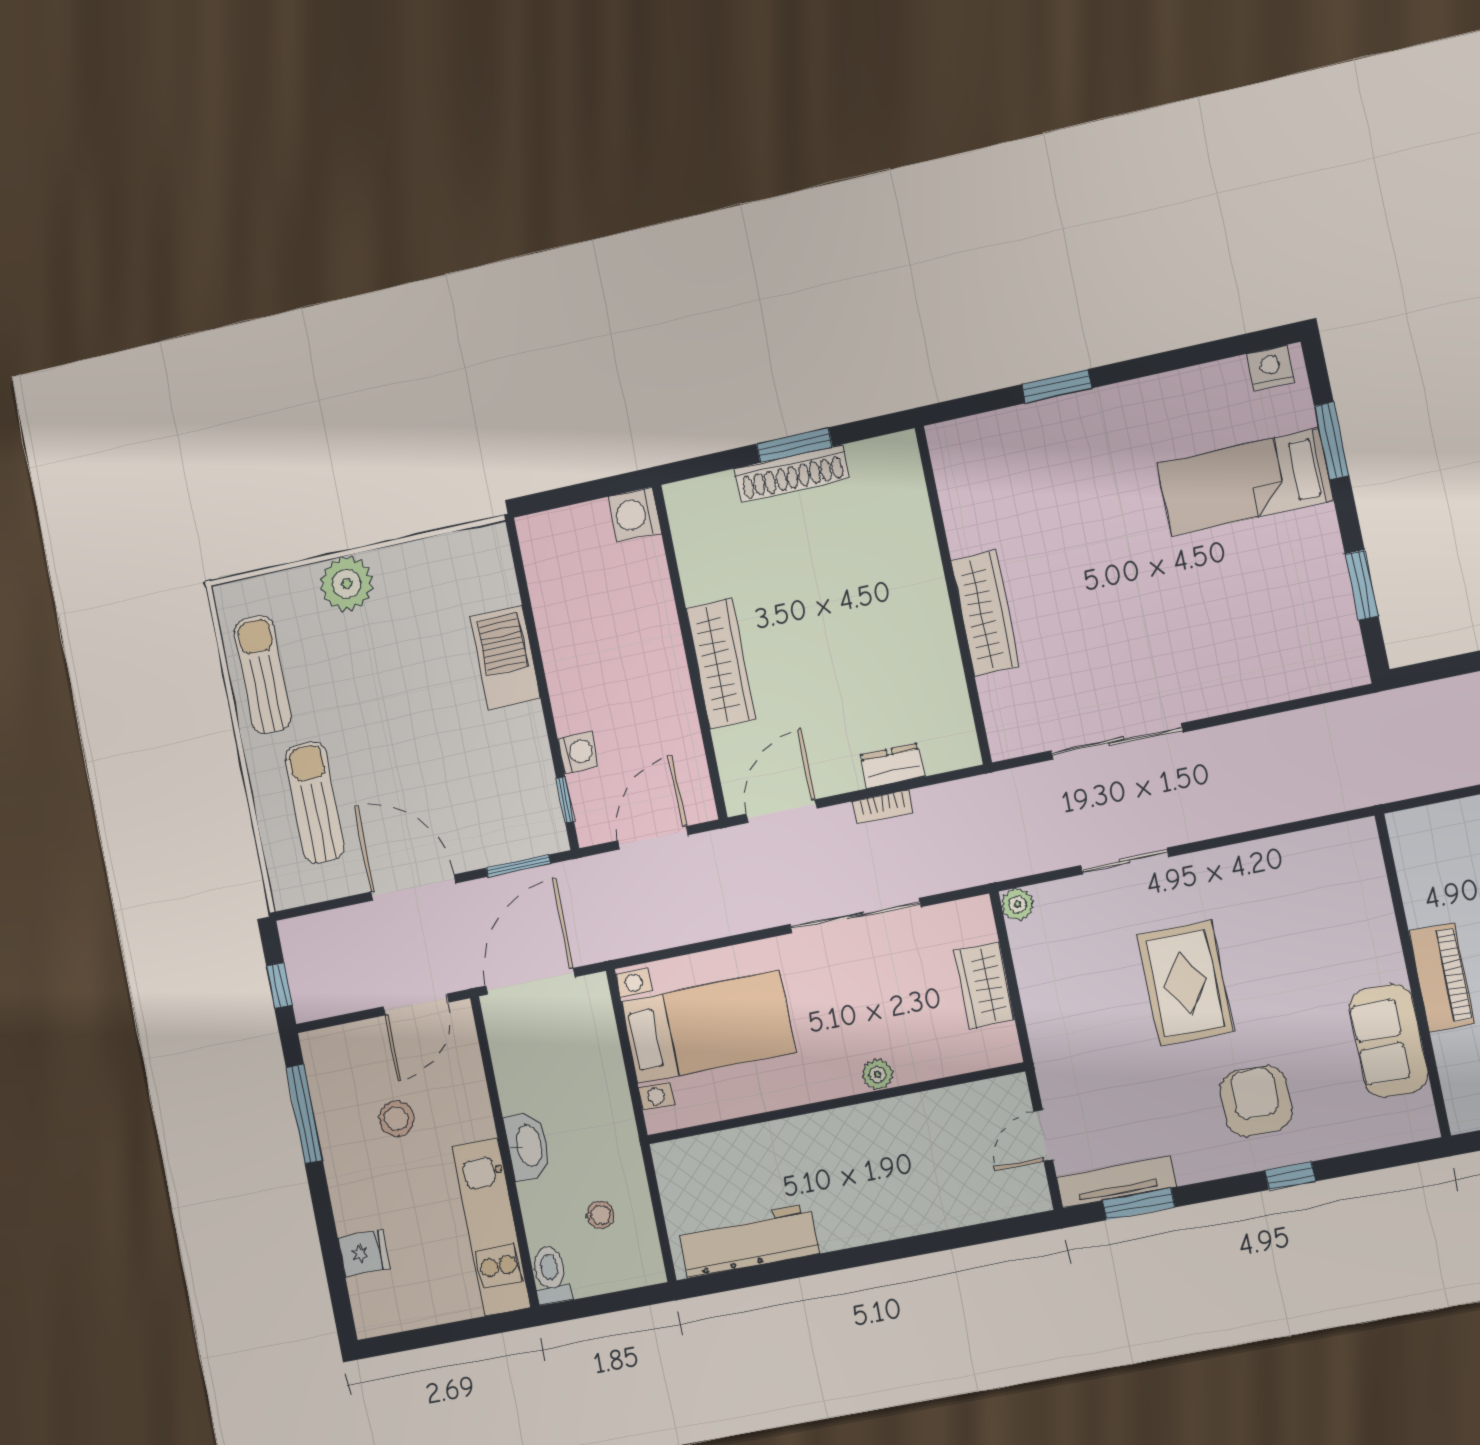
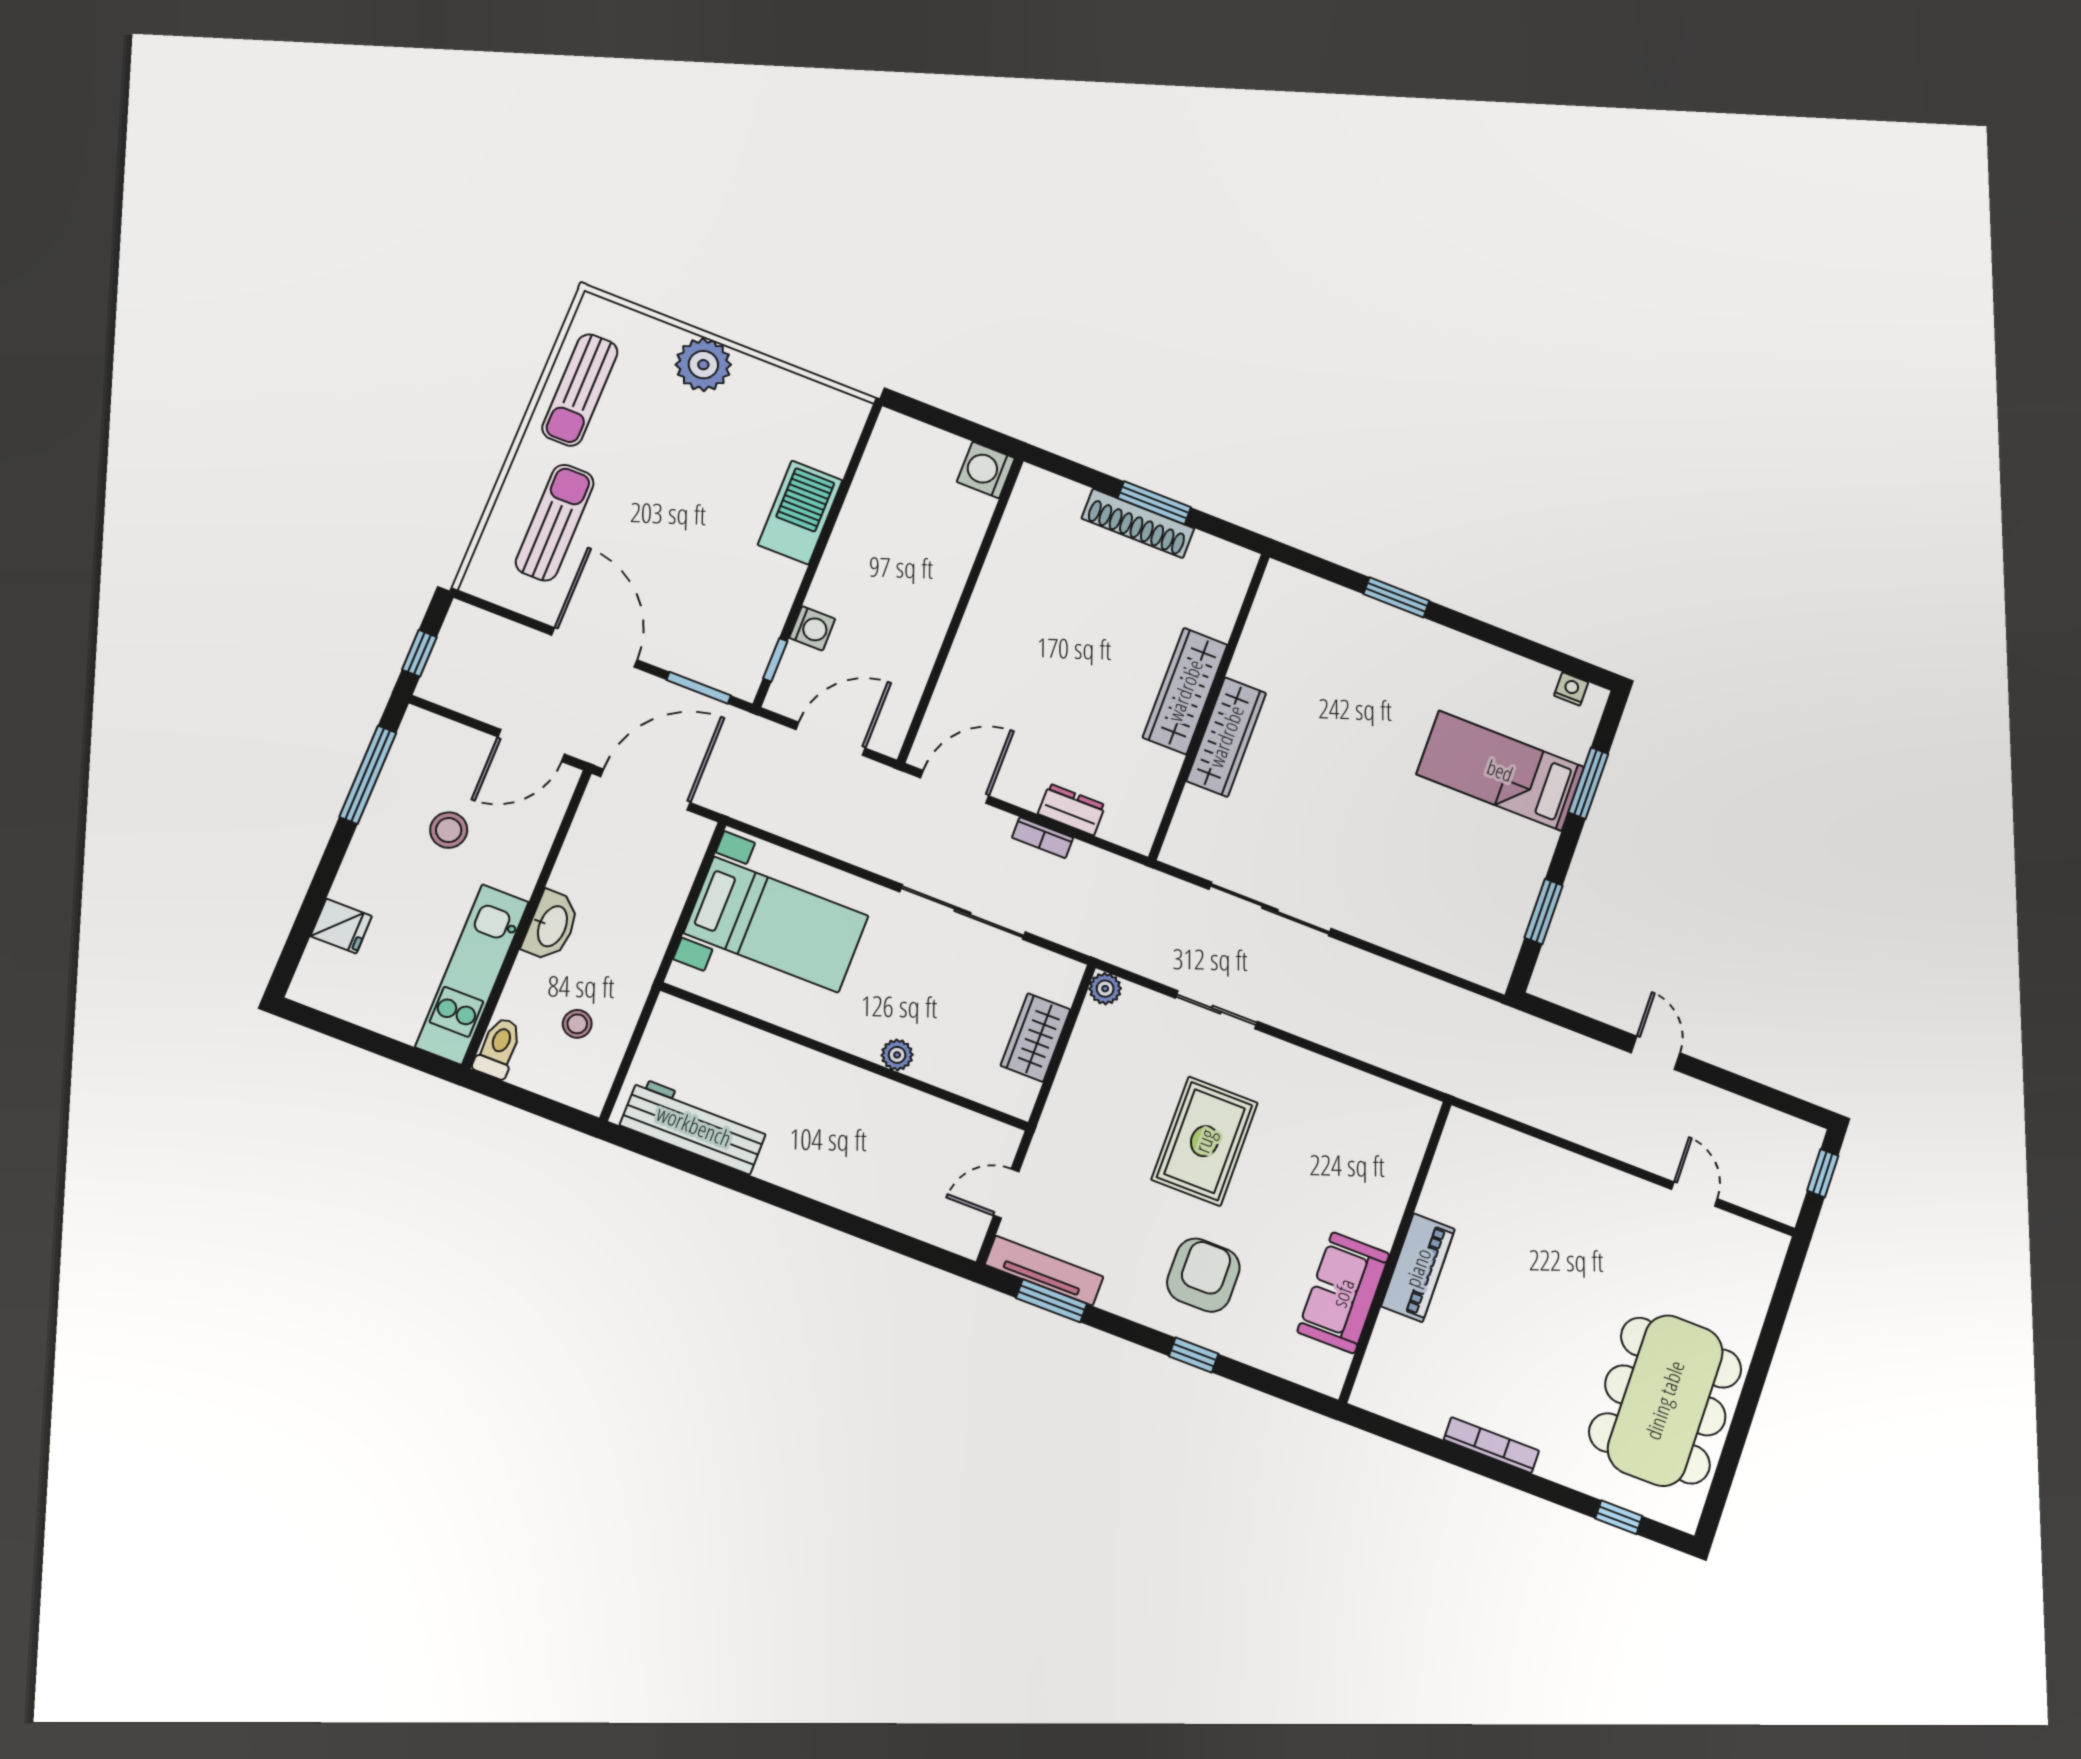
nightstand: (1270, 368) -> (1571, 689), width x0.72, depth x0.74
wardrobe: (721, 663) -> (1185, 691), moved, turned 180
sun lounger: (263, 675) -> (580, 390), turned 180

